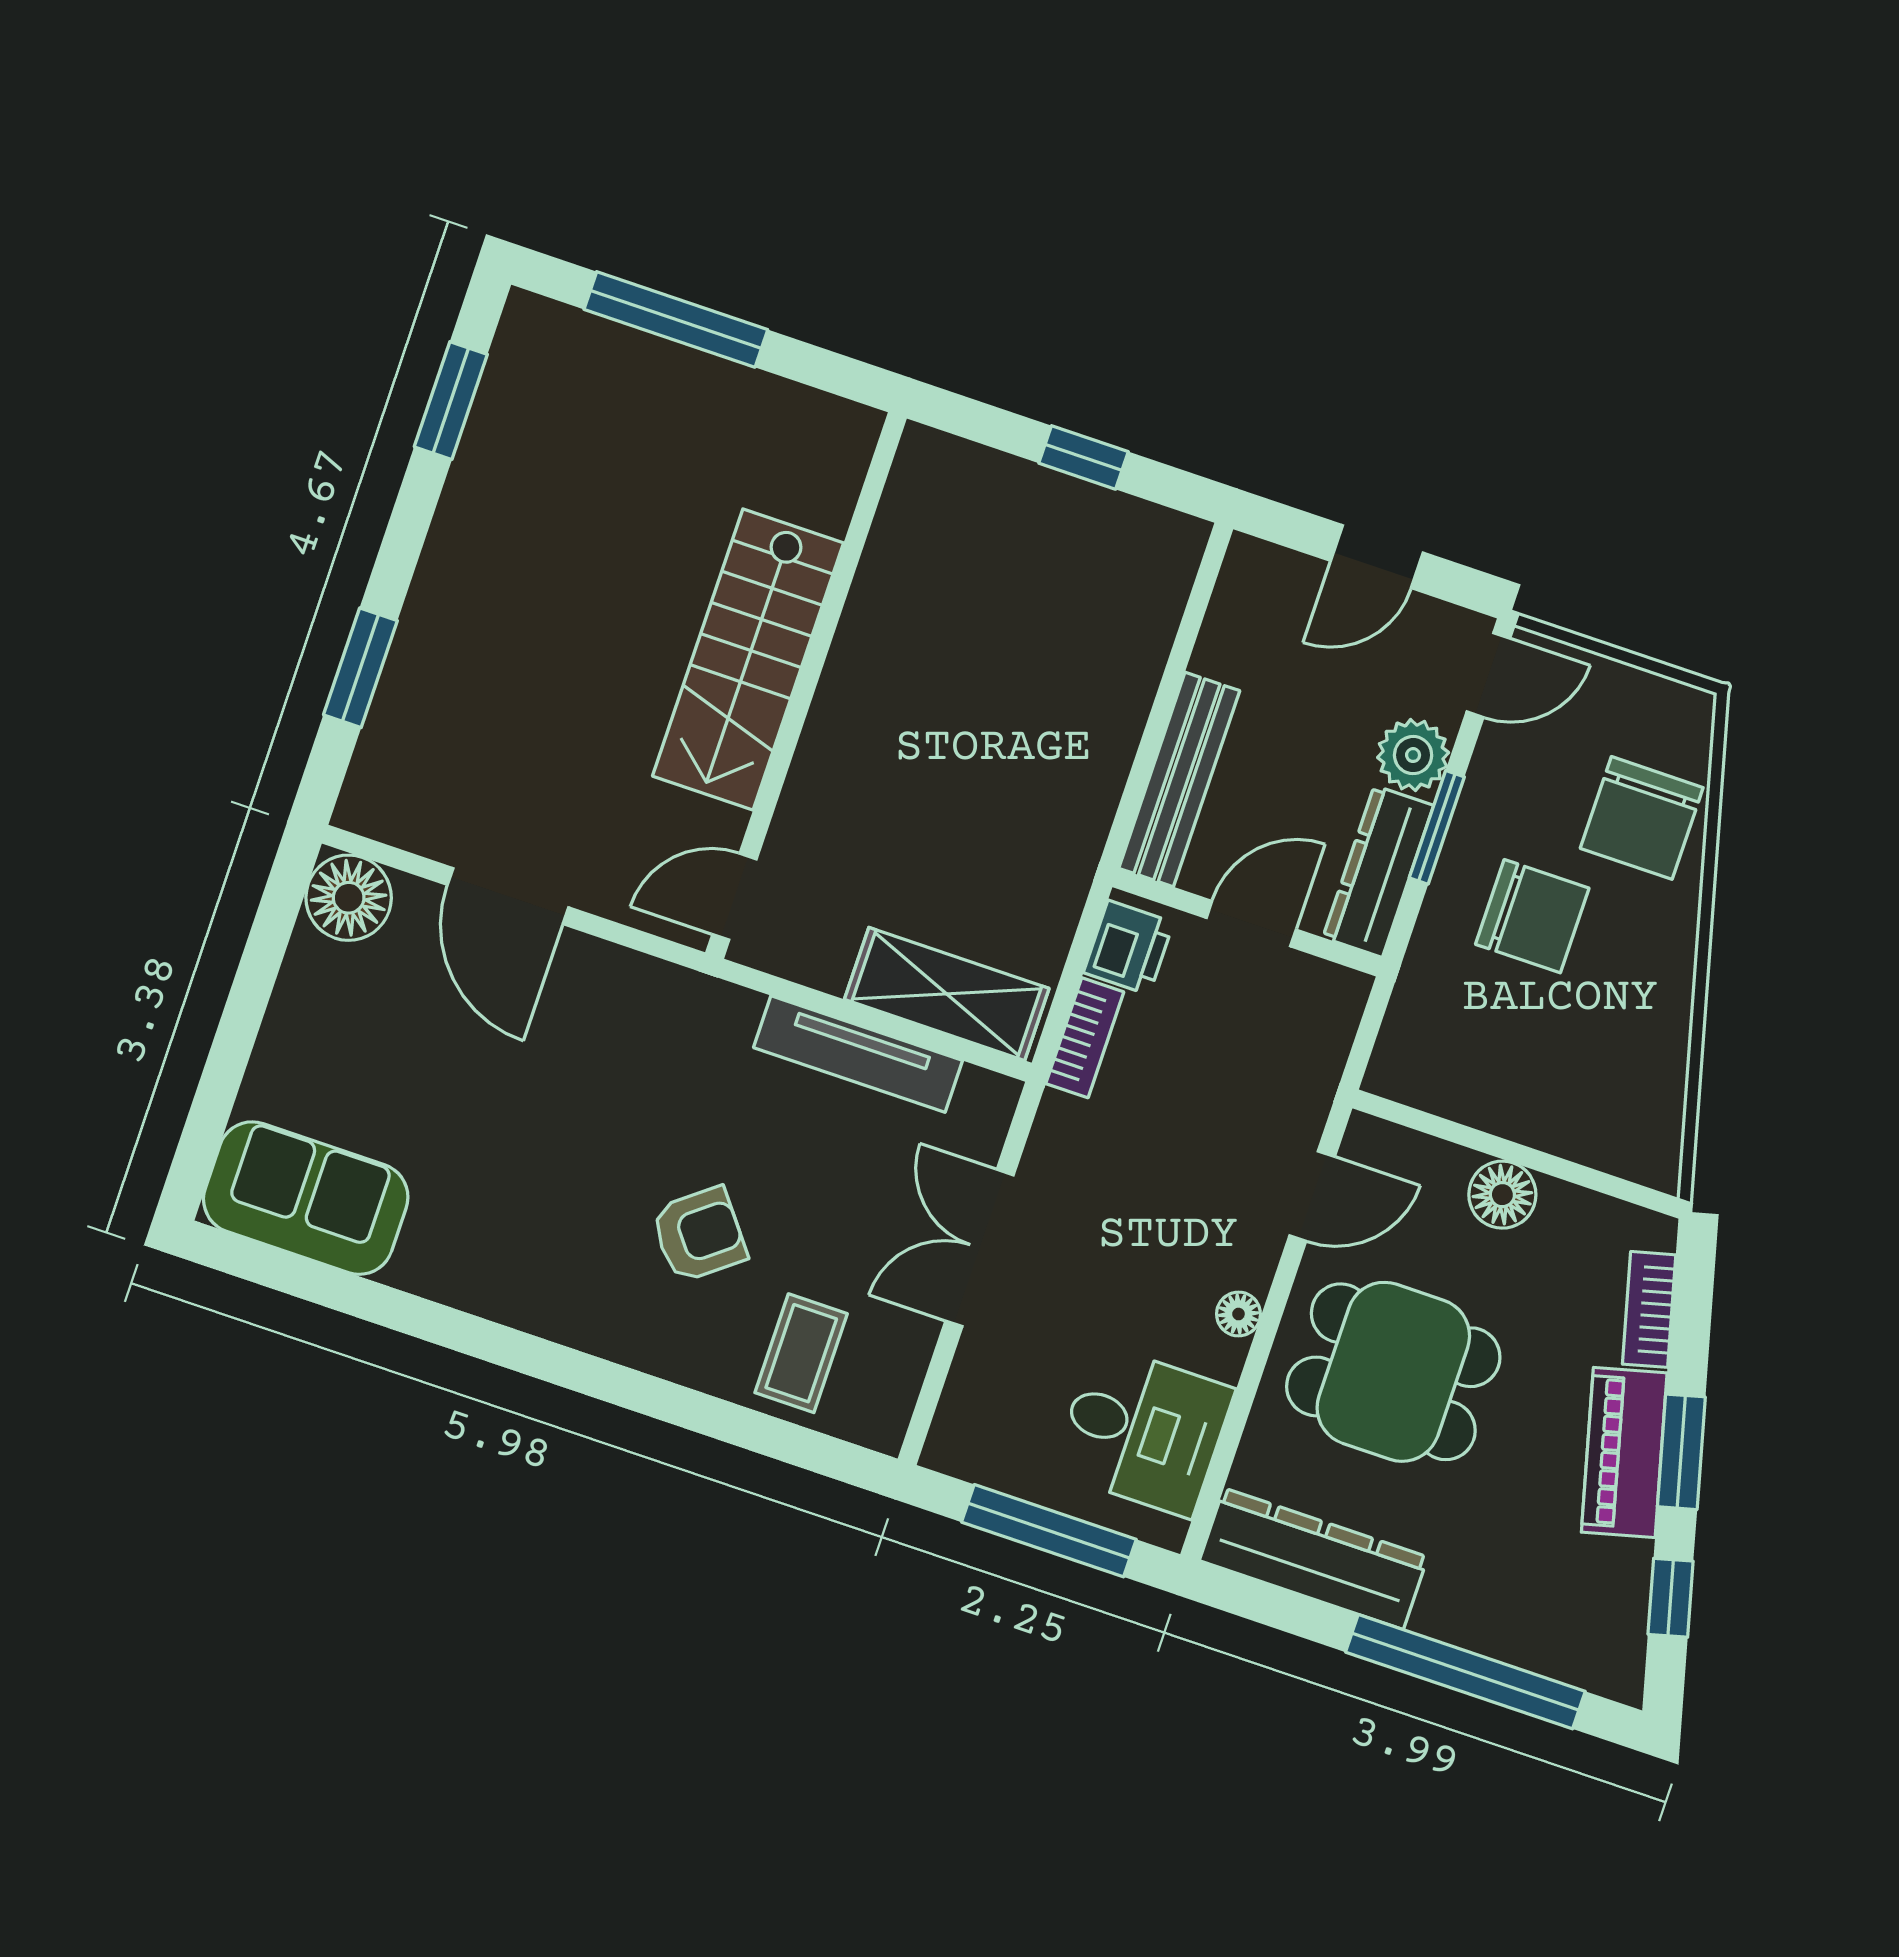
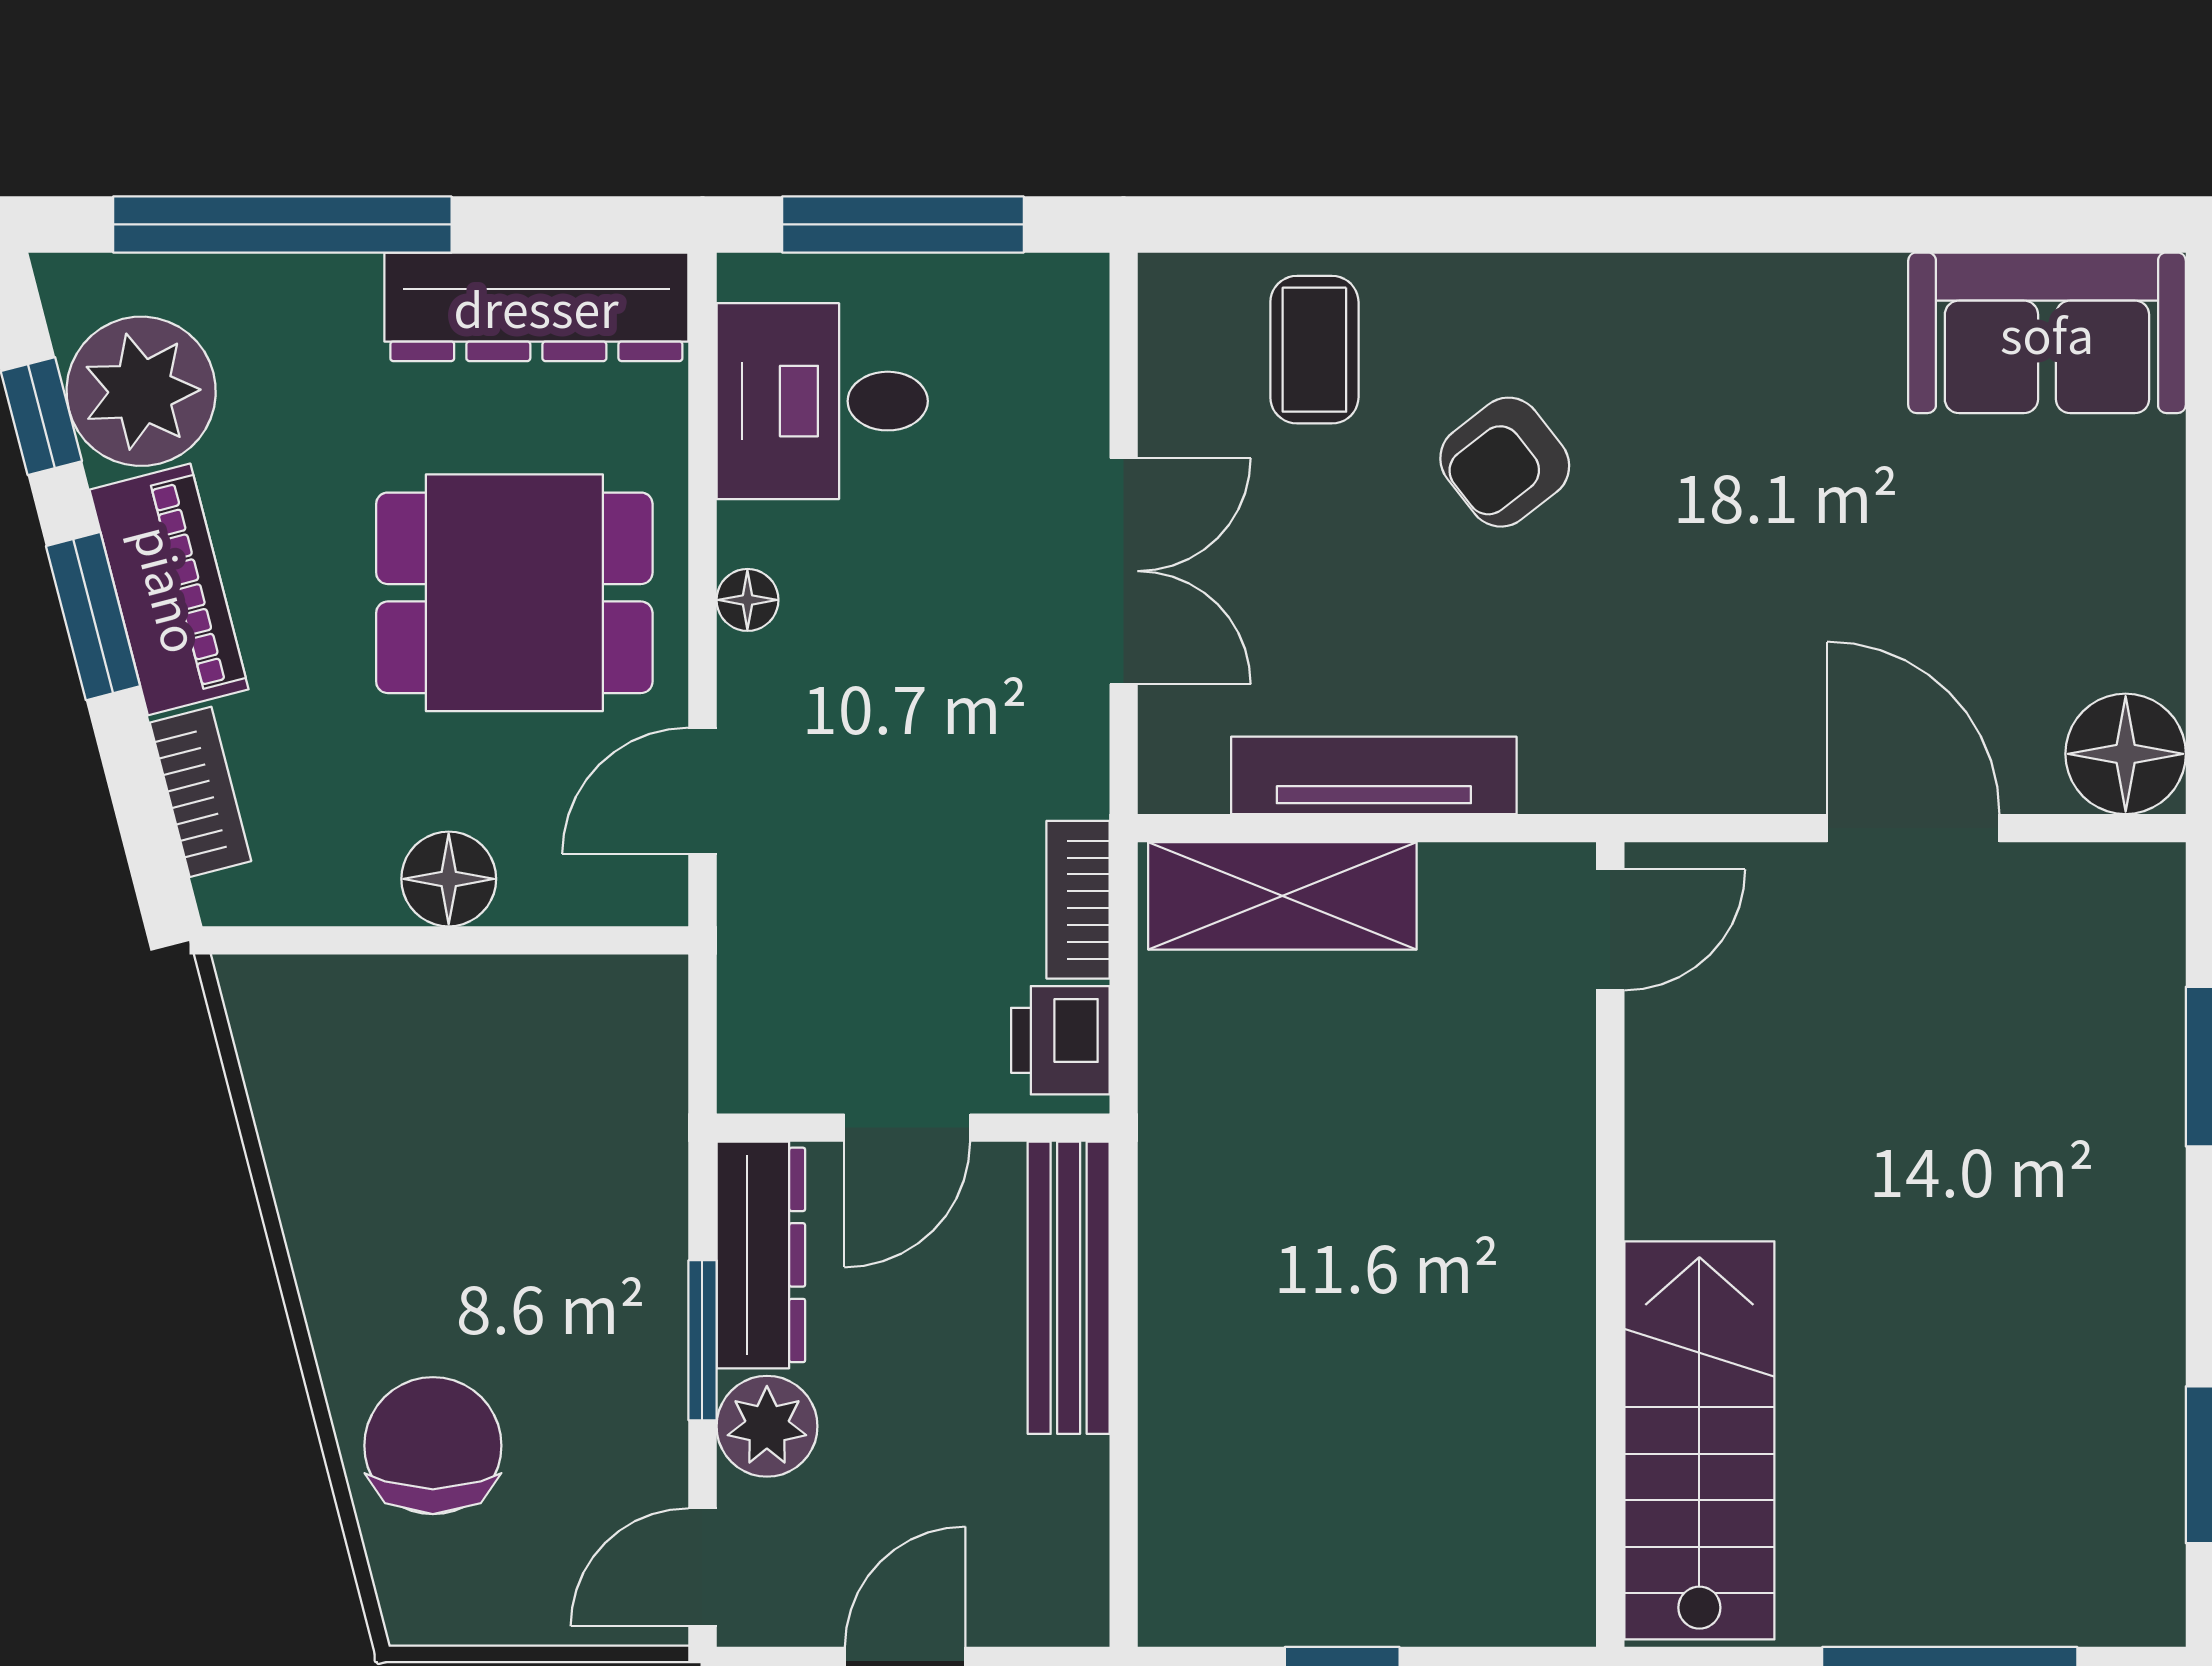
stairs: (748, 659) -> (1699, 1440), moved
chair: (1532, 916) -> (535, 1265), removed
plant: (1598, 1592) -> (141, 391), added

